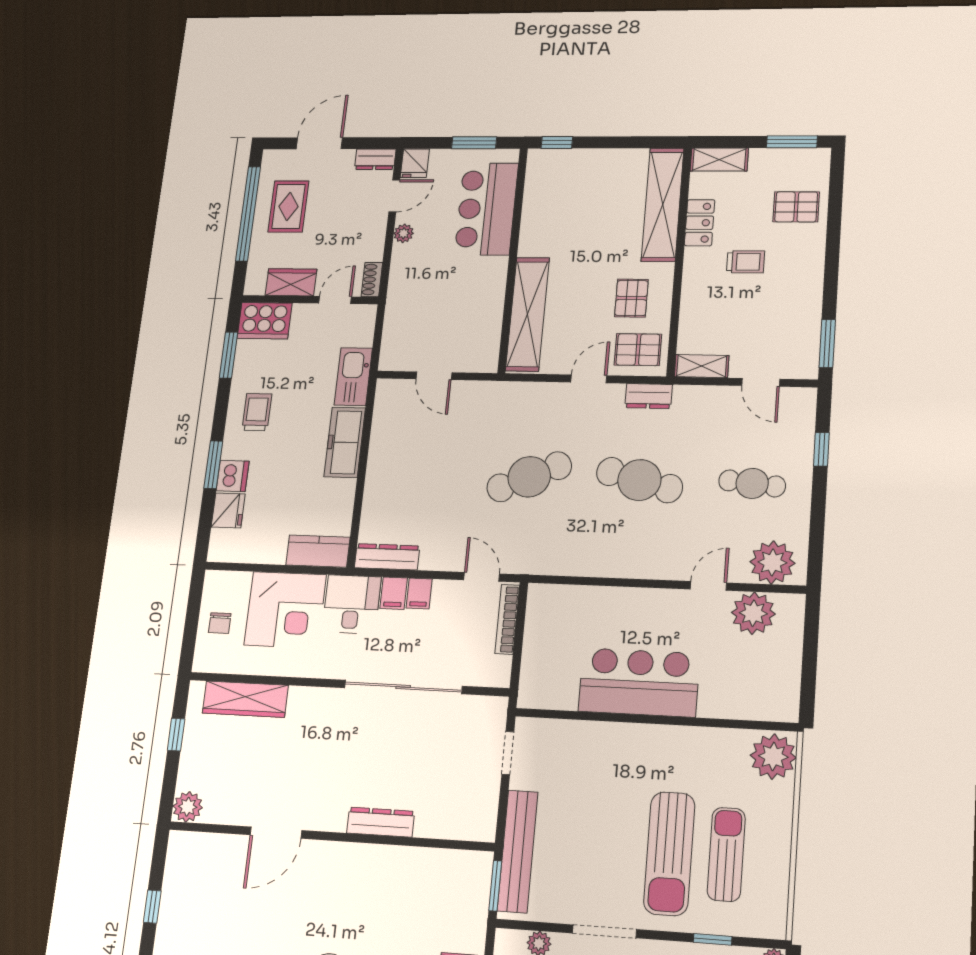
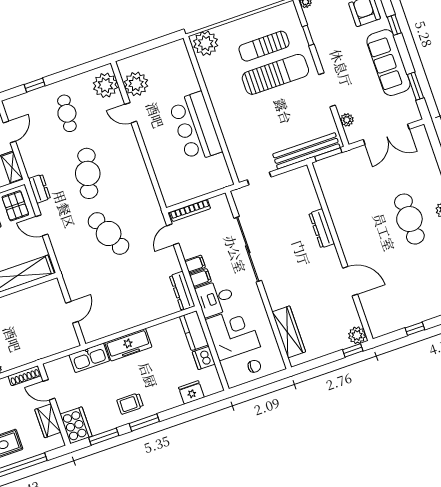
shoe rack: (372, 280) -> (25, 376), width x1.43
window: (213, 465) -> (144, 422), moved
dishwasher: (233, 476) -> (204, 358), moved, turned -90
window: (176, 735) -> (353, 350), moved

